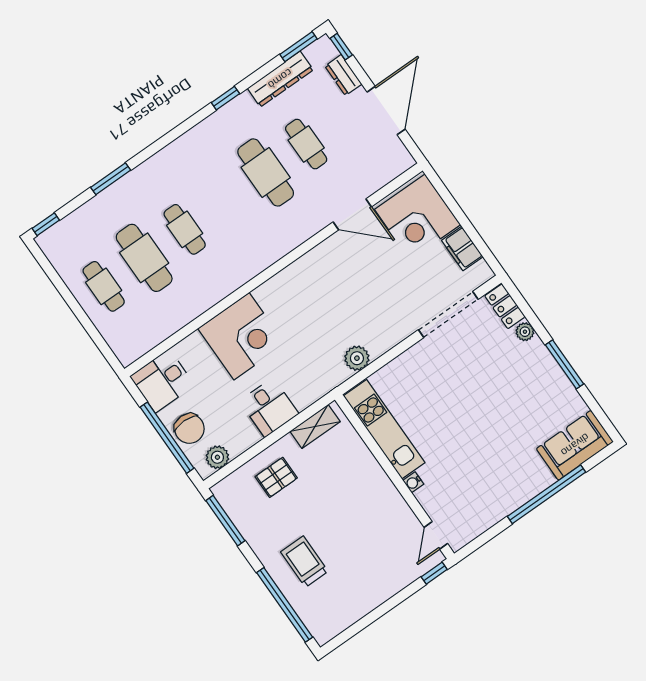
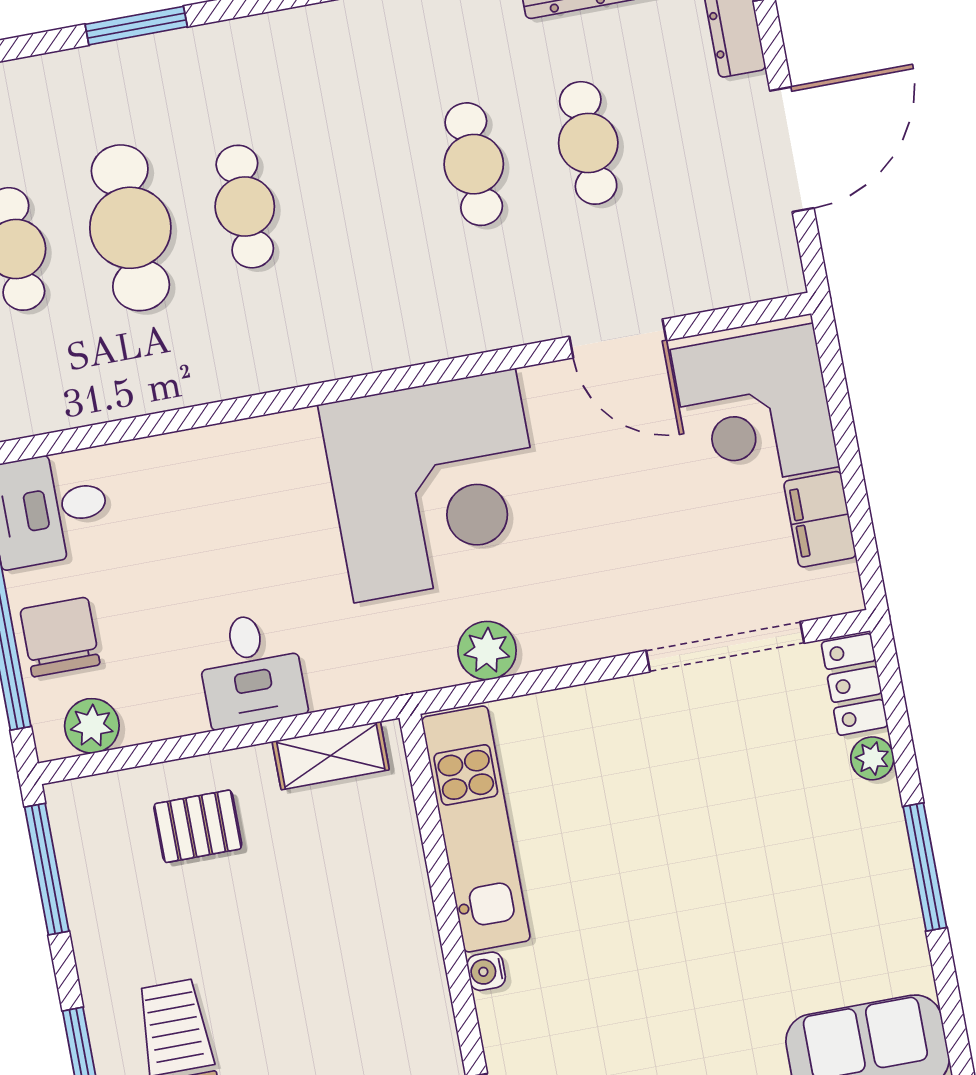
cafe table: (266, 172) -> (474, 164), width x0.73, depth x0.74
corner desk: (241, 336) -> (435, 486), moved, width x1.36, depth x1.36
chair: (189, 429) -> (60, 637), turned 180

